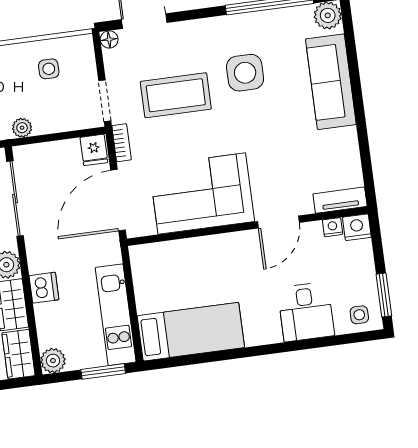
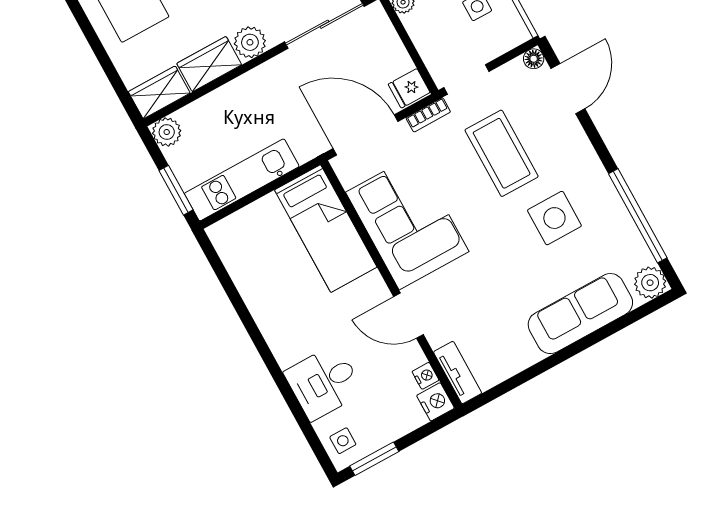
dishwasher: (44, 288) -> (241, 92), removed
bed: (191, 332) -> (326, 228), moved

